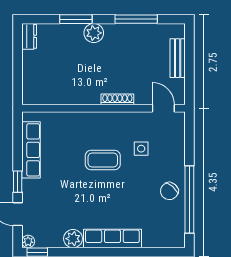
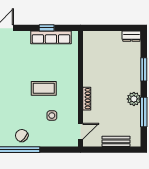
plant: (94, 33) -> (134, 99), moved
coffee table: (103, 160) -> (44, 88), turned 90
window: (18, 182) -> (47, 28), moved

